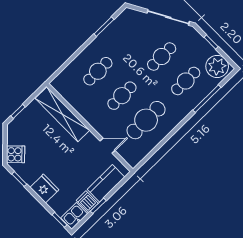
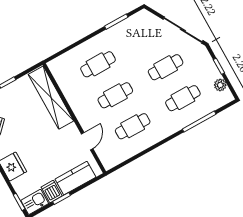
plant: (217, 66) -> (220, 85), width x0.53, depth x0.53
cafe table: (146, 120) -> (133, 126), width x0.73, depth x0.74
door: (107, 146) -> (87, 141), hinge flipped

